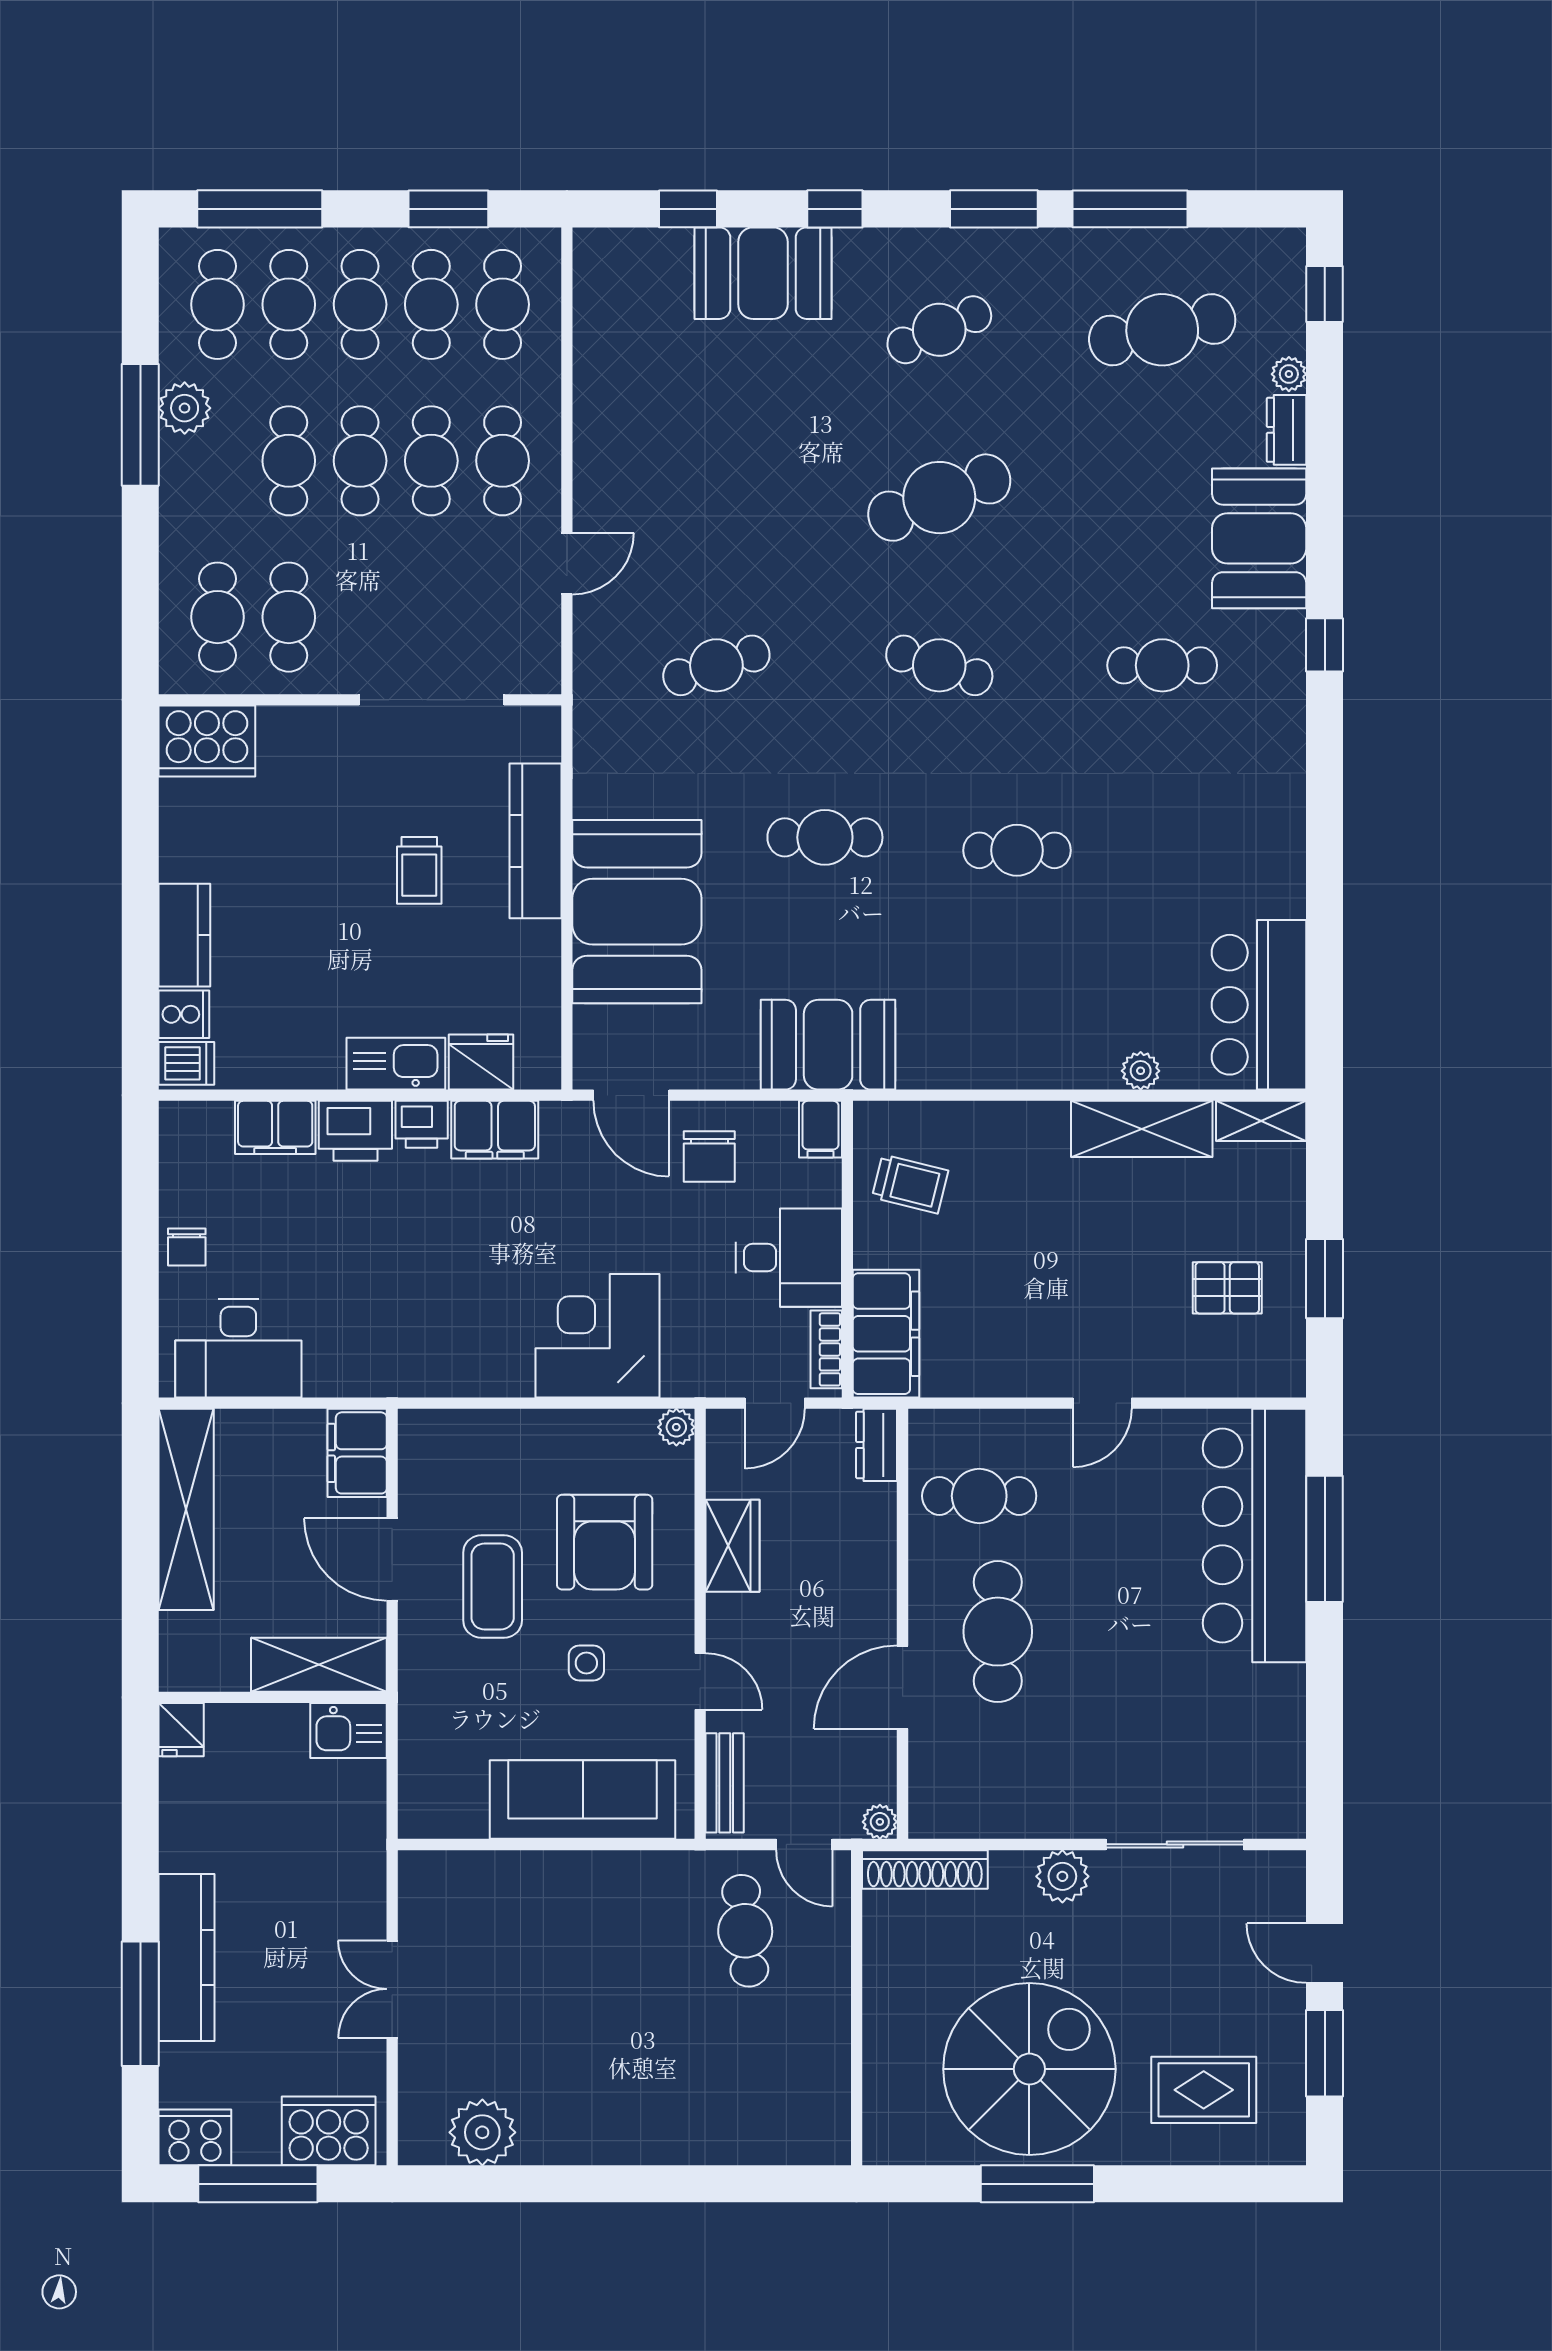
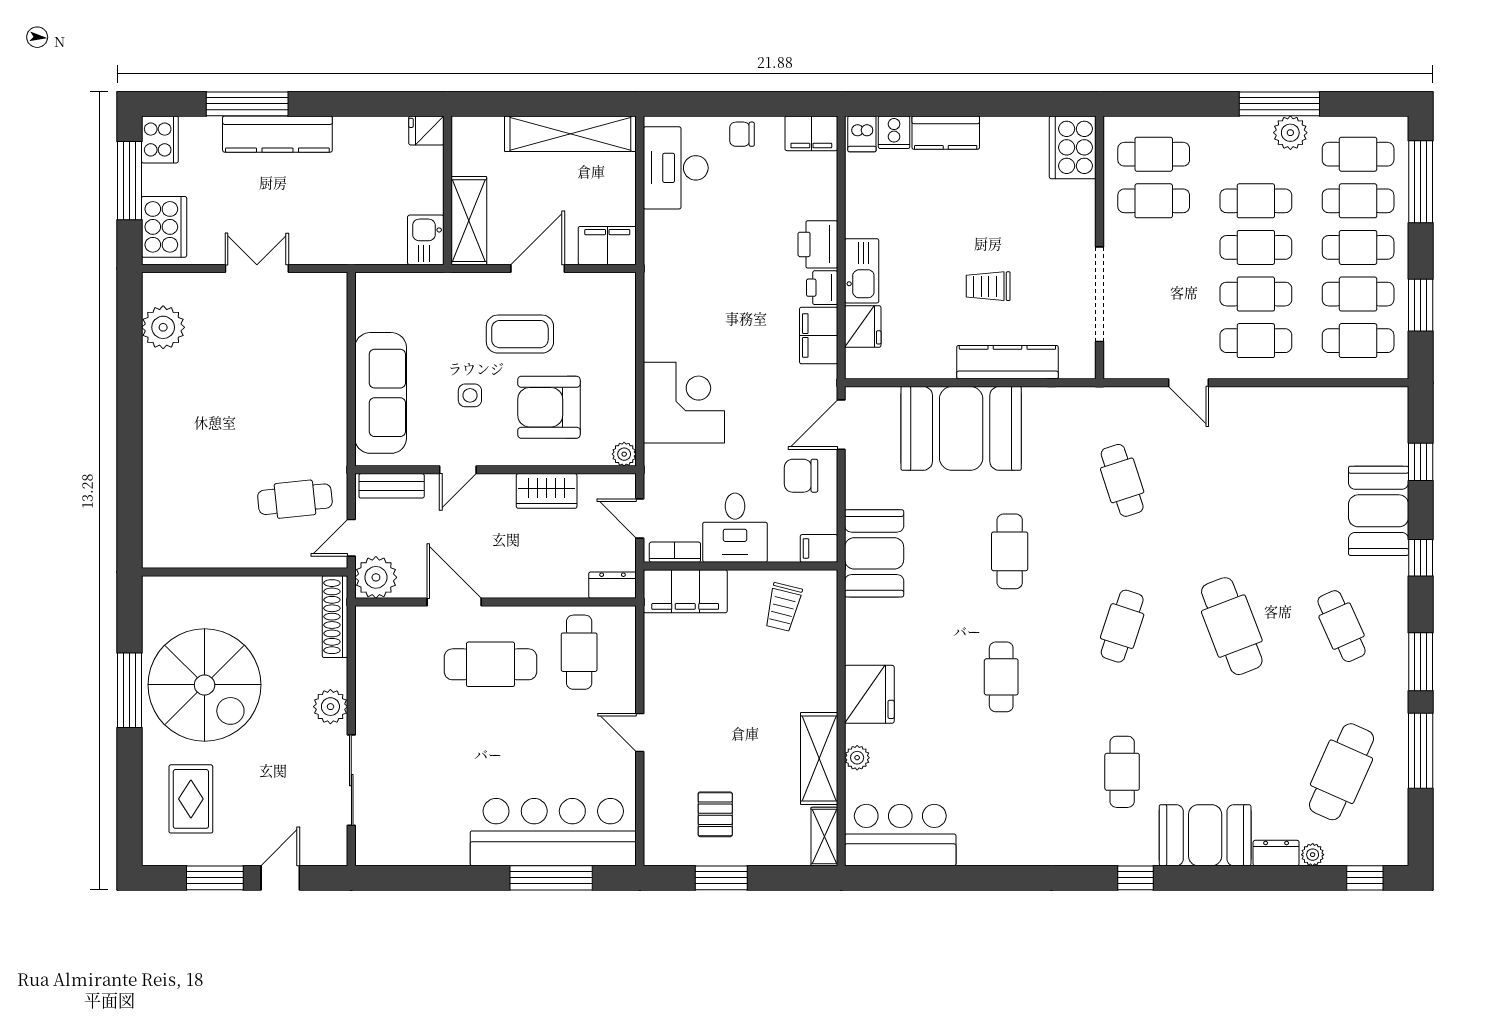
cafe table: (1162, 330) -> (1342, 772), turned 36
fridge: (1044, 1052) -> (869, 694), added
filing cabinet: (275, 1127) -> (811, 133), moved, turned -90
plant: (880, 1822) -> (376, 577), width x1.88, depth x1.88

